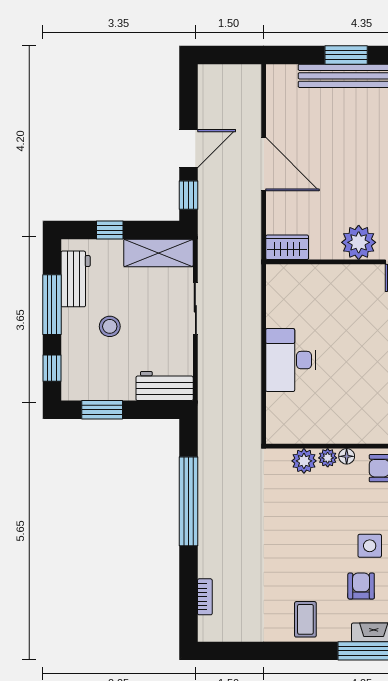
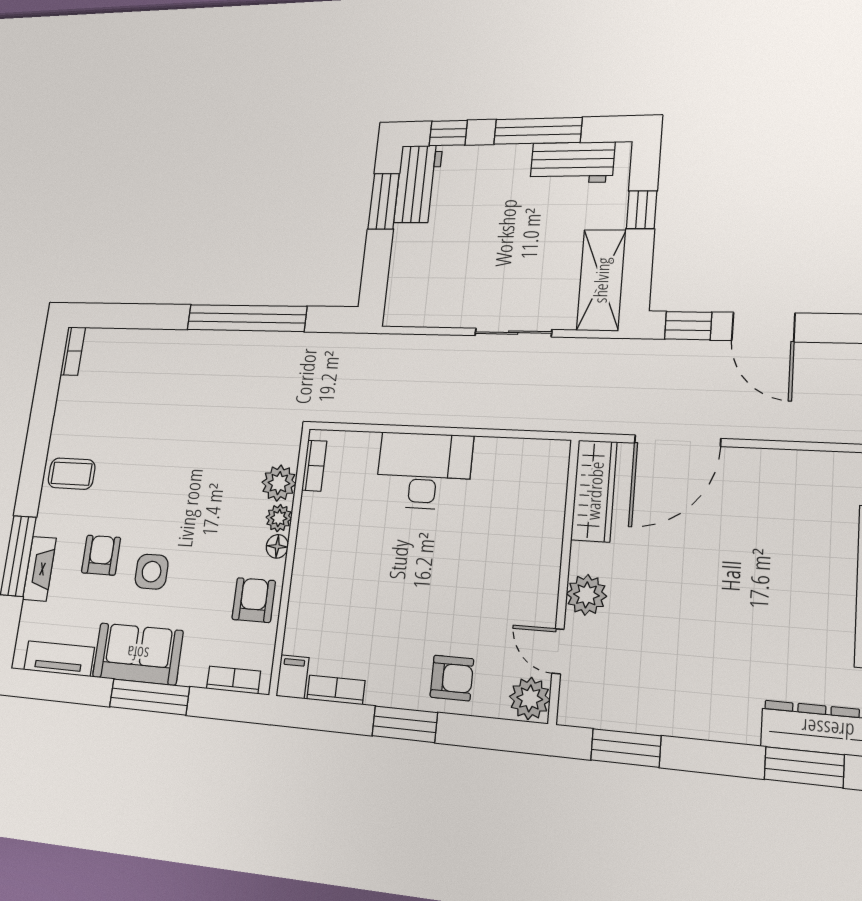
door: (264, 164) -> (677, 441), moved
plant: (359, 242) -> (586, 595), width x0.73, depth x0.73
wardrobe: (287, 247) -> (594, 491), width x1.50
stool: (110, 326) -> (499, 211), removed
workbench: (165, 386) -> (418, 184), moved
bookcase: (291, 437) -> (314, 466), added
armchair: (361, 586) -> (101, 555), turned -90
bookcase: (205, 597) -> (73, 351), moved, turned -90

